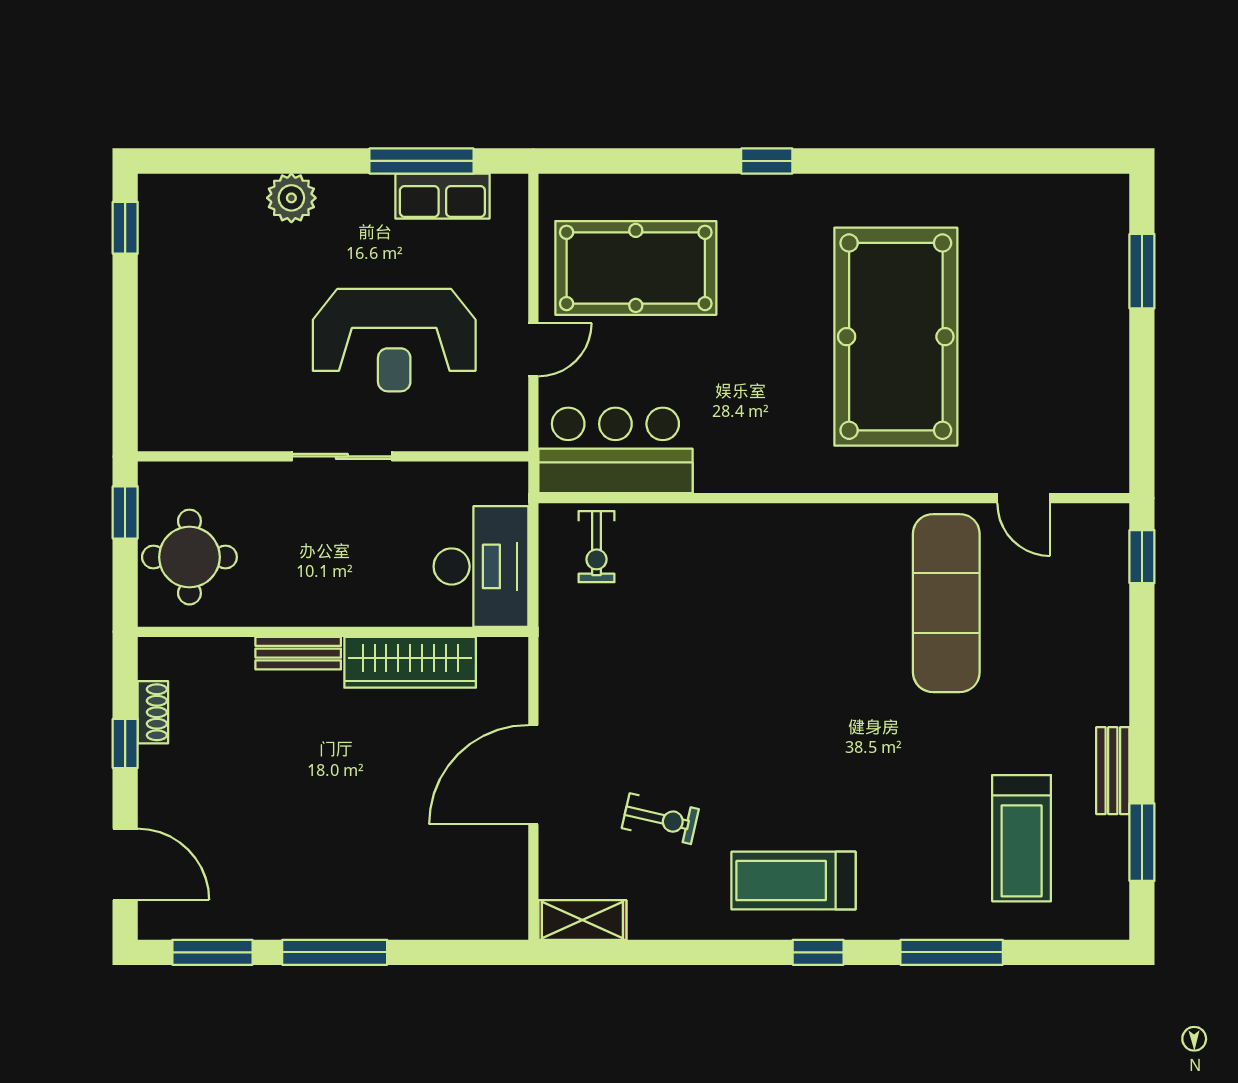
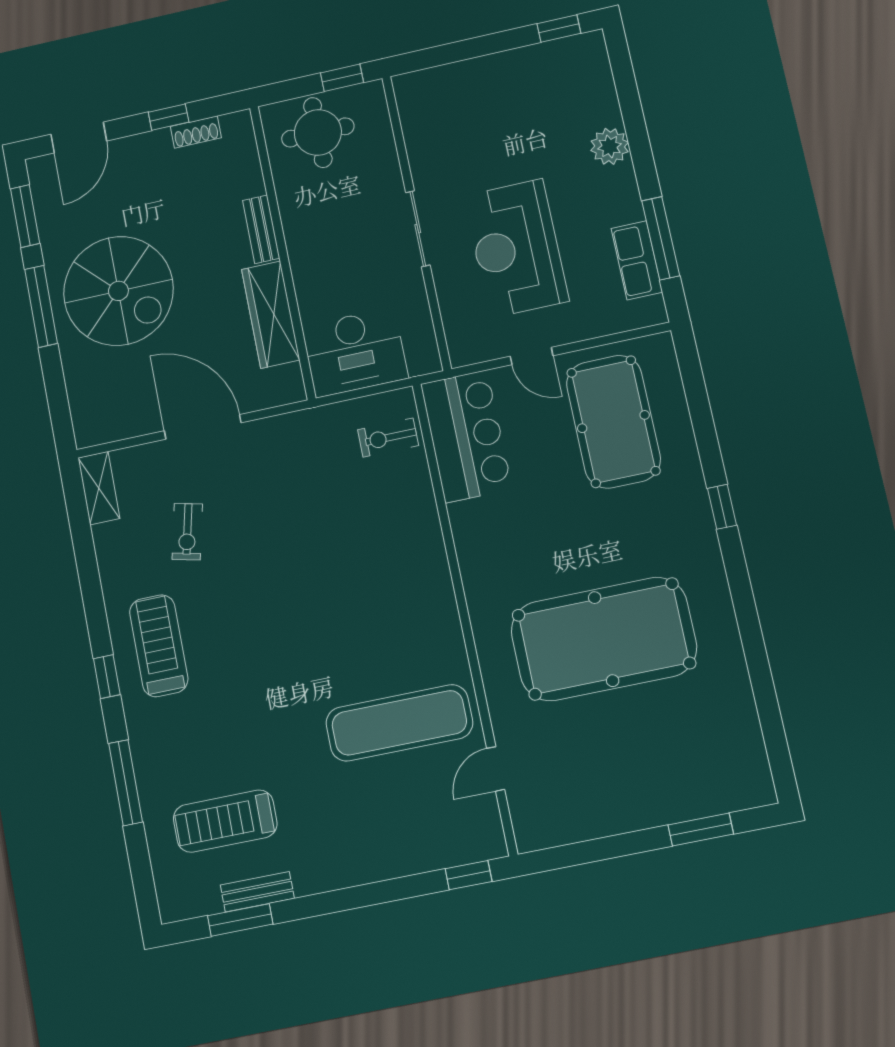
bench: (1113, 771) -> (257, 892), moved
spiral stairs: (337, 849) -> (118, 291), added

